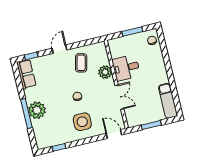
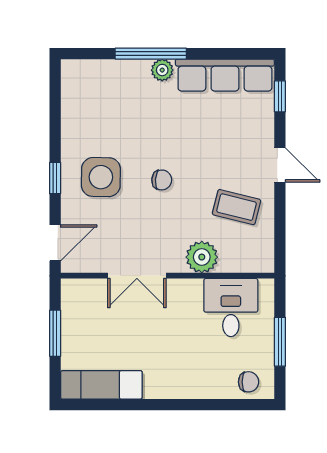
desk: (126, 68) -> (231, 308), moved
row of seats: (26, 74) -> (225, 75), width x1.48
plant: (37, 110) -> (162, 70), width x0.53, depth x0.53
window: (59, 147) -> (55, 178), moved

